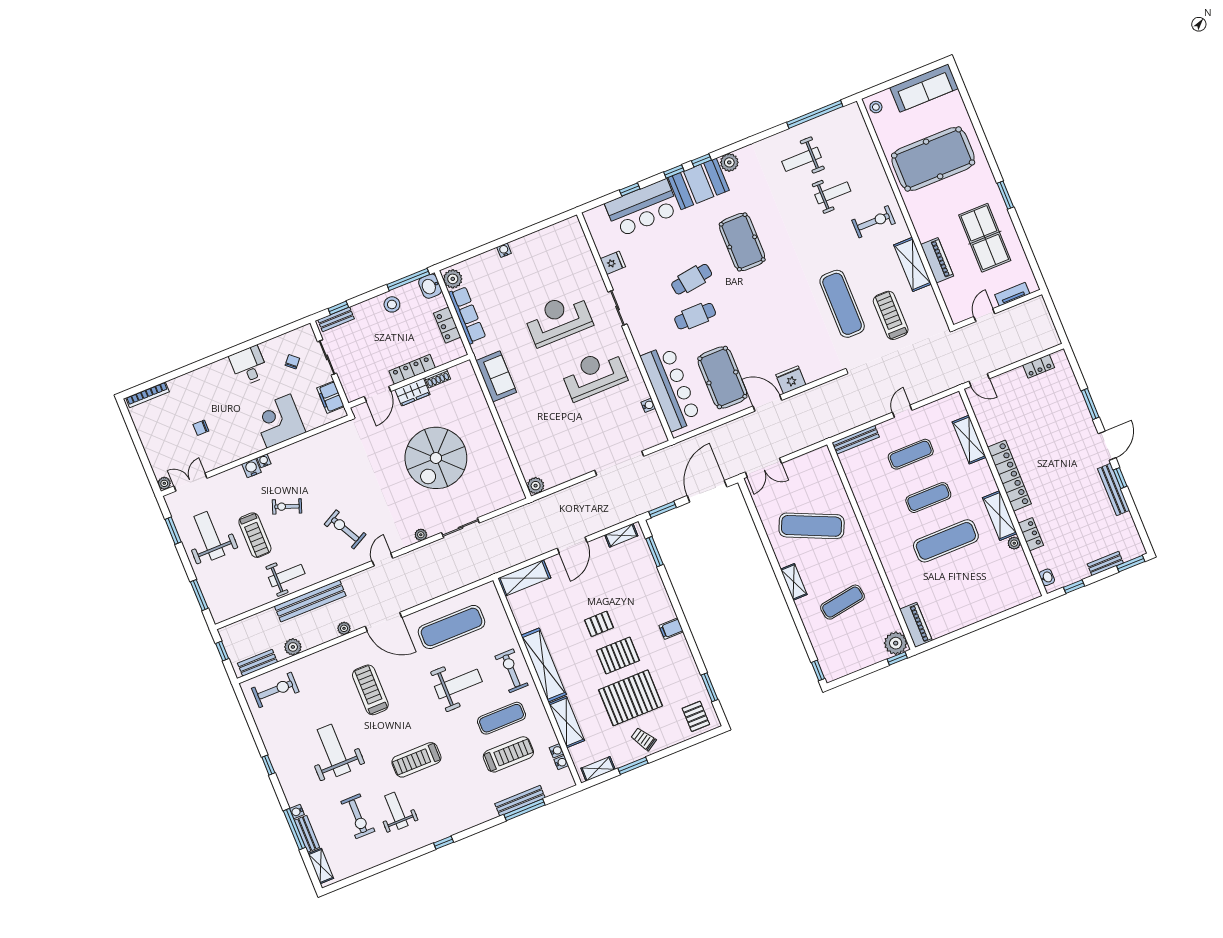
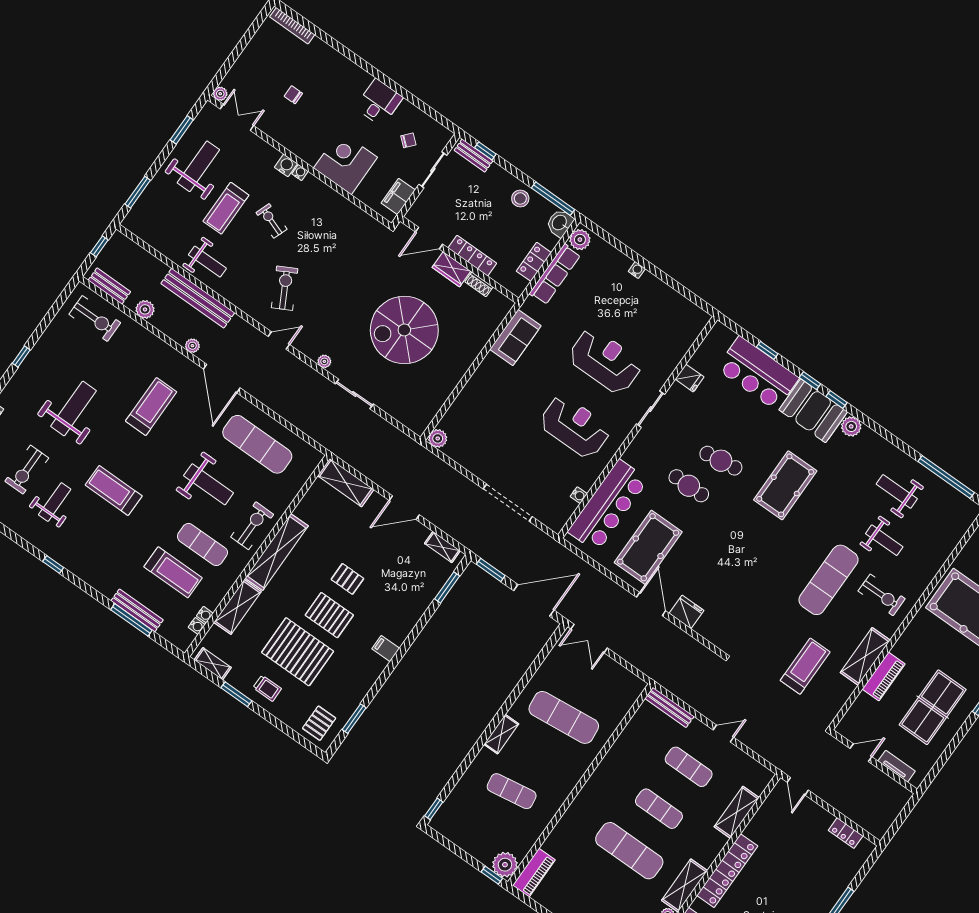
exercise mat: (842, 304) -> (828, 580), moved
exercise mat: (812, 526) -> (564, 717), turned -30
trolley: (644, 739) -> (267, 688), turned 122

